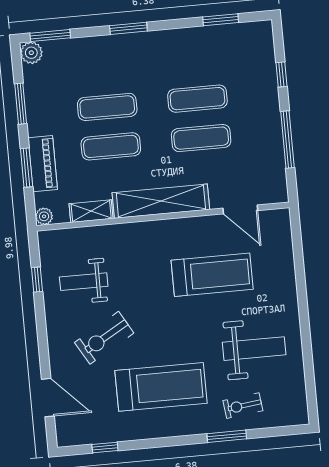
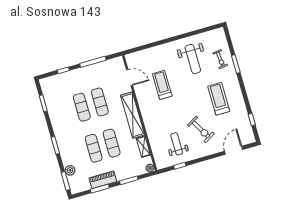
plant: (31, 53) -> (70, 170), moved
piano: (43, 164) -> (103, 180), moved
door: (240, 209) -> (129, 78), hinge flipped
treadmill: (212, 275) -> (162, 85), width x0.73, depth x0.73
weight bench: (84, 282) -> (177, 144), turned 180
weight bench: (254, 349) -> (193, 59), turned 180
treadmill: (161, 387) -> (219, 99), width x0.73, depth x0.73

